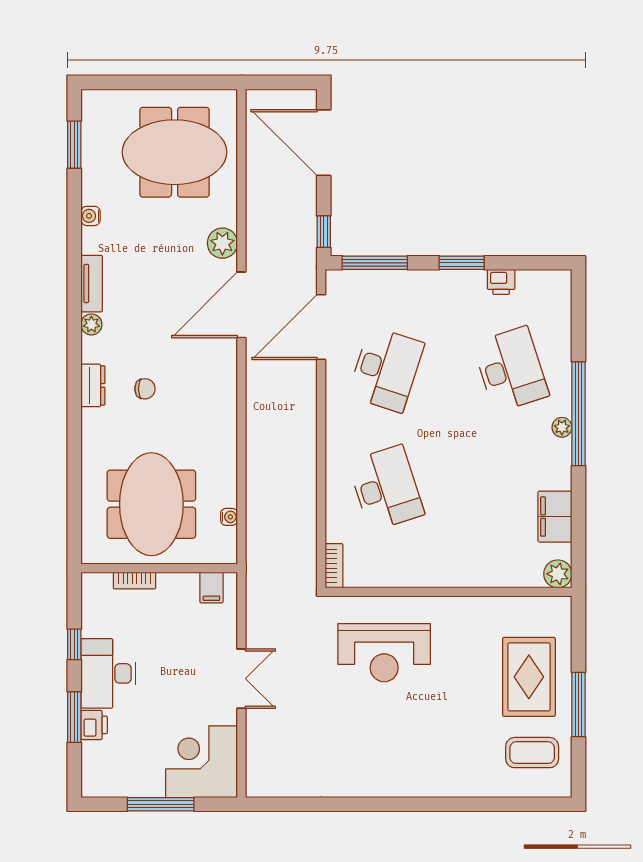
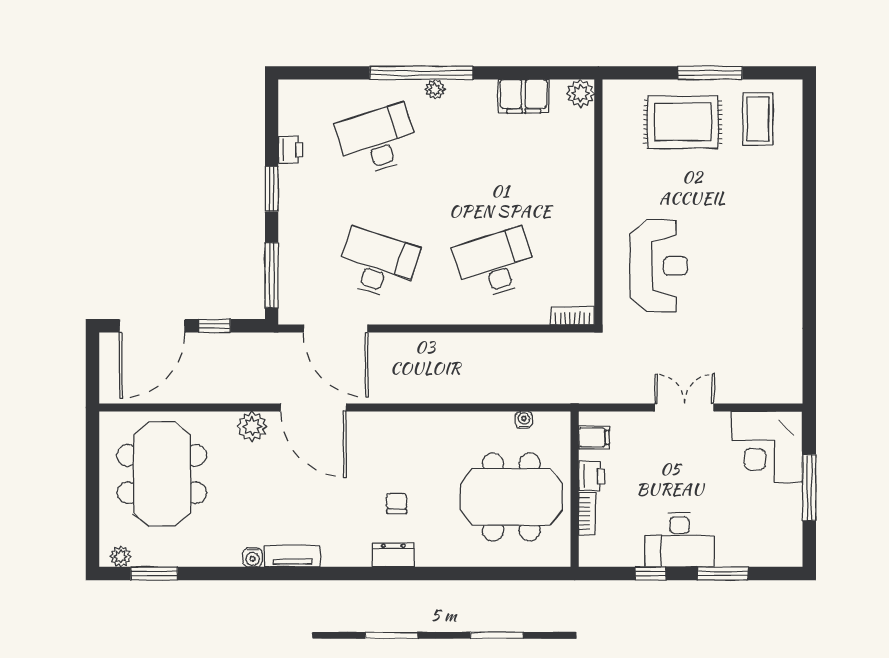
water cooler: (91, 216) -> (252, 557), moved
window: (324, 232) -> (214, 326), moved
plant: (91, 324) -> (121, 557), moved
printer: (94, 725) -> (592, 476), moved, turned 90

